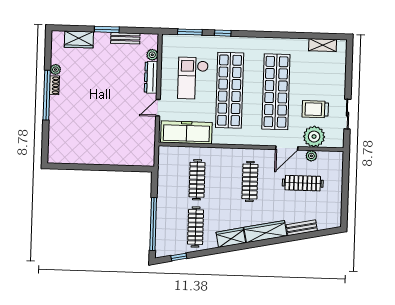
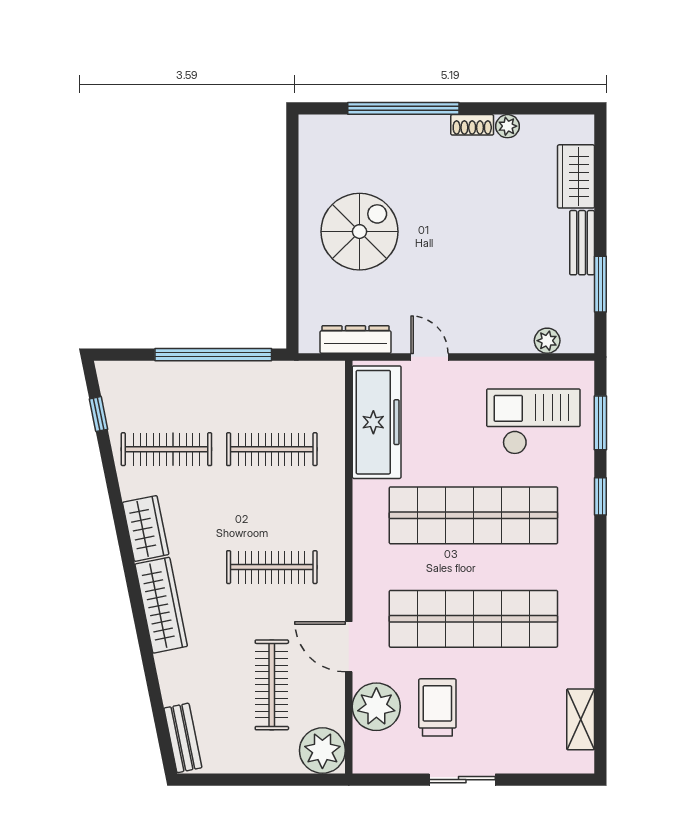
window: (107, 29) -> (600, 284), moved
bench: (125, 38) -> (582, 243), moved
dresser: (151, 77) -> (356, 340), moved
checkout: (193, 78) -> (533, 421), moved
window: (47, 95) -> (403, 108), moved
sliding door: (347, 114) -> (462, 780), moved
spiral stairs: (101, 137) -> (360, 232), added
plant: (311, 156) -> (322, 750), moved, width x1.87, depth x1.87
window: (153, 224) -> (213, 355), moved
bench: (302, 228) -> (183, 738), moved

